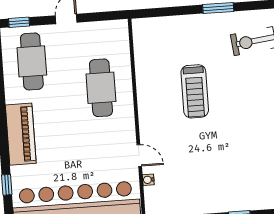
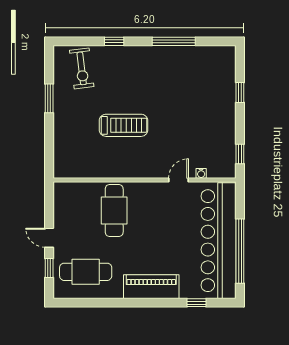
window: (19, 22) -> (49, 268), moved
cafe table: (101, 88) -> (114, 211), turned 90

